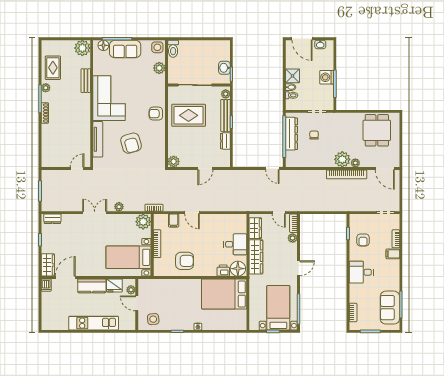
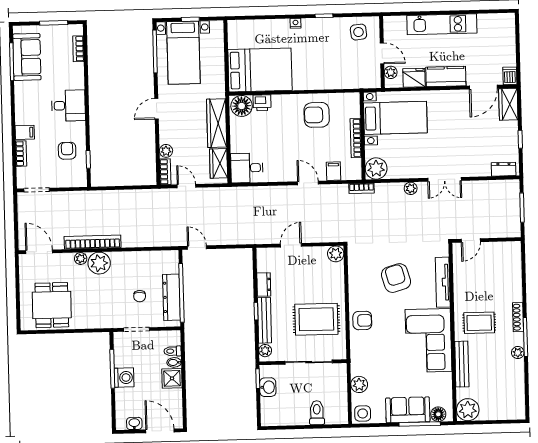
toilet: (173, 49) -> (317, 413), moved
rug: (53, 68) -> (479, 323), moved, turned 90
bench: (86, 81) -> (462, 364), width x1.36
desk: (235, 244) -> (247, 168), moved

